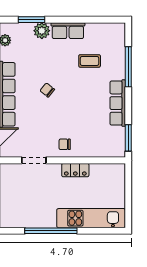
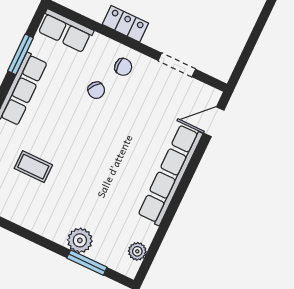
row of seats: (68, 31) -> (65, 31), moved, turned 180
chair: (47, 90) -> (96, 90), moved
window: (128, 138) -> (20, 54), moved

